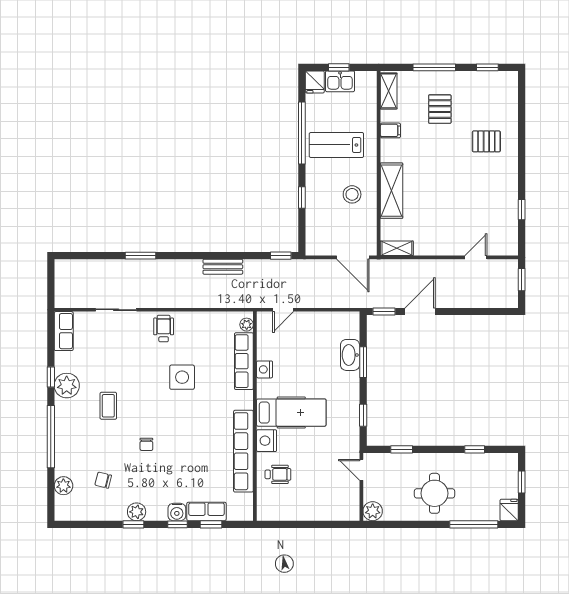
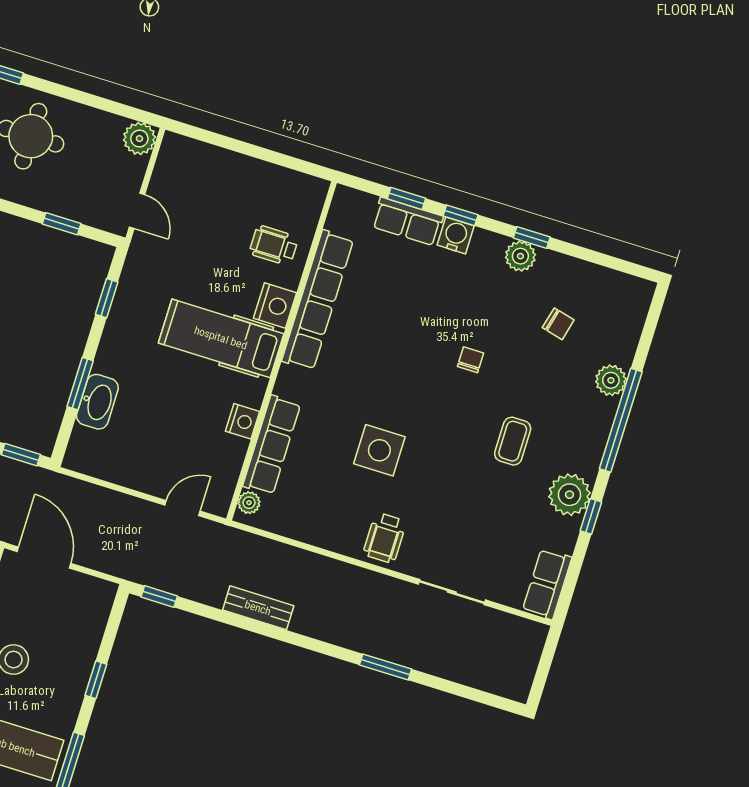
plant: (63, 486) -> (611, 380), moved

